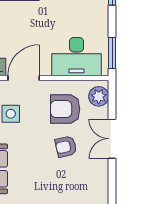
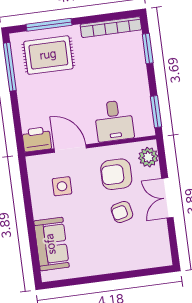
desk: (76, 57) -> (114, 121), width x0.73
door: (24, 78) -> (70, 148), hinge flipped

